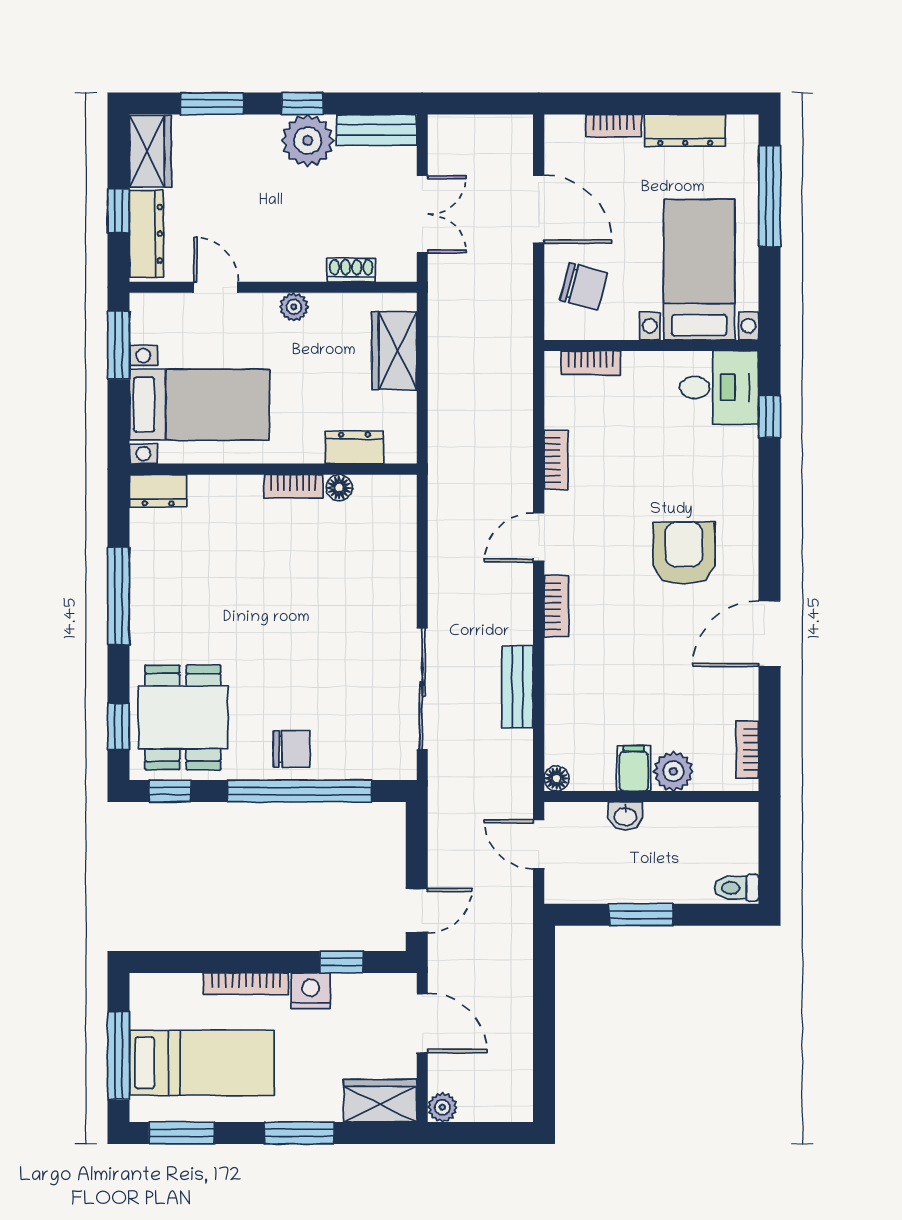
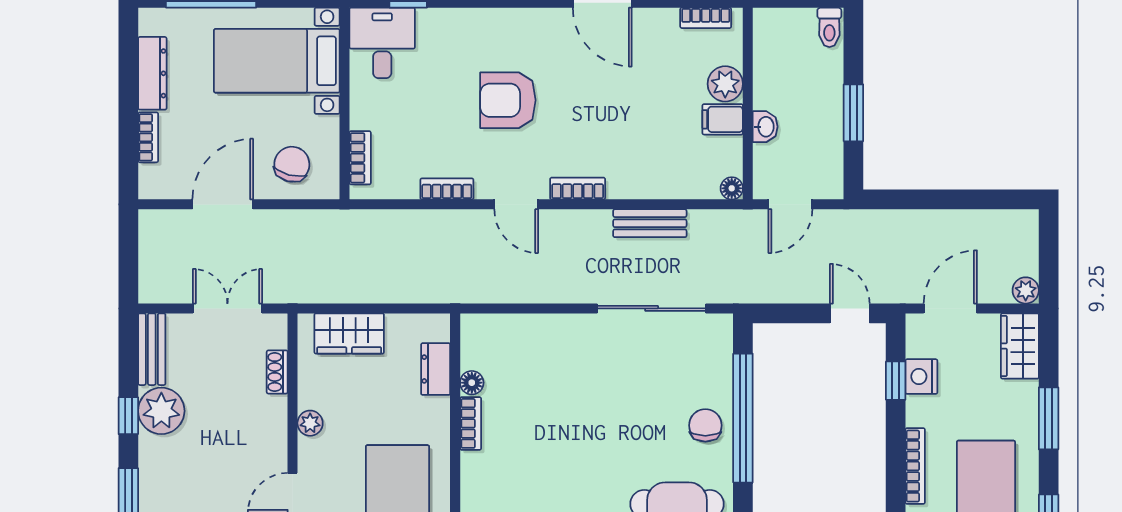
armchair: (684, 553) -> (508, 100), moved
nightstand: (311, 991) -> (921, 377), moved

